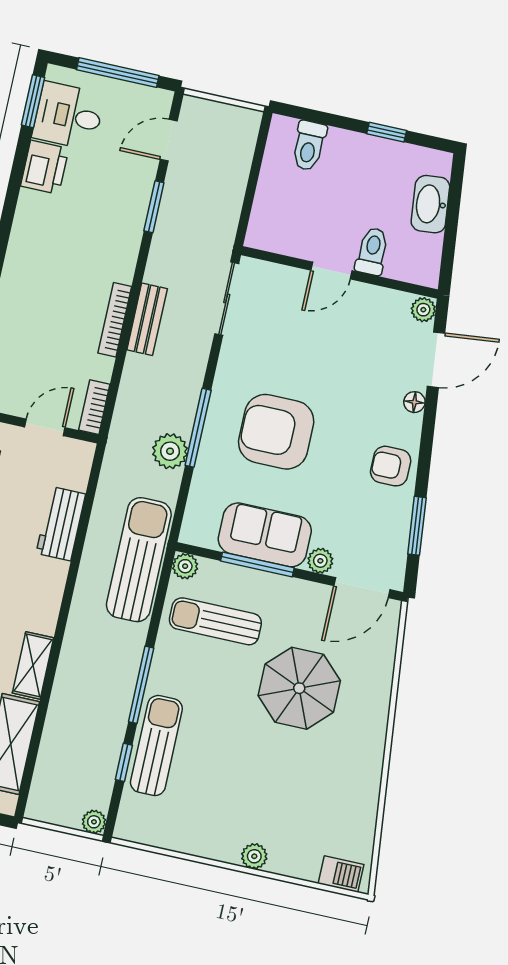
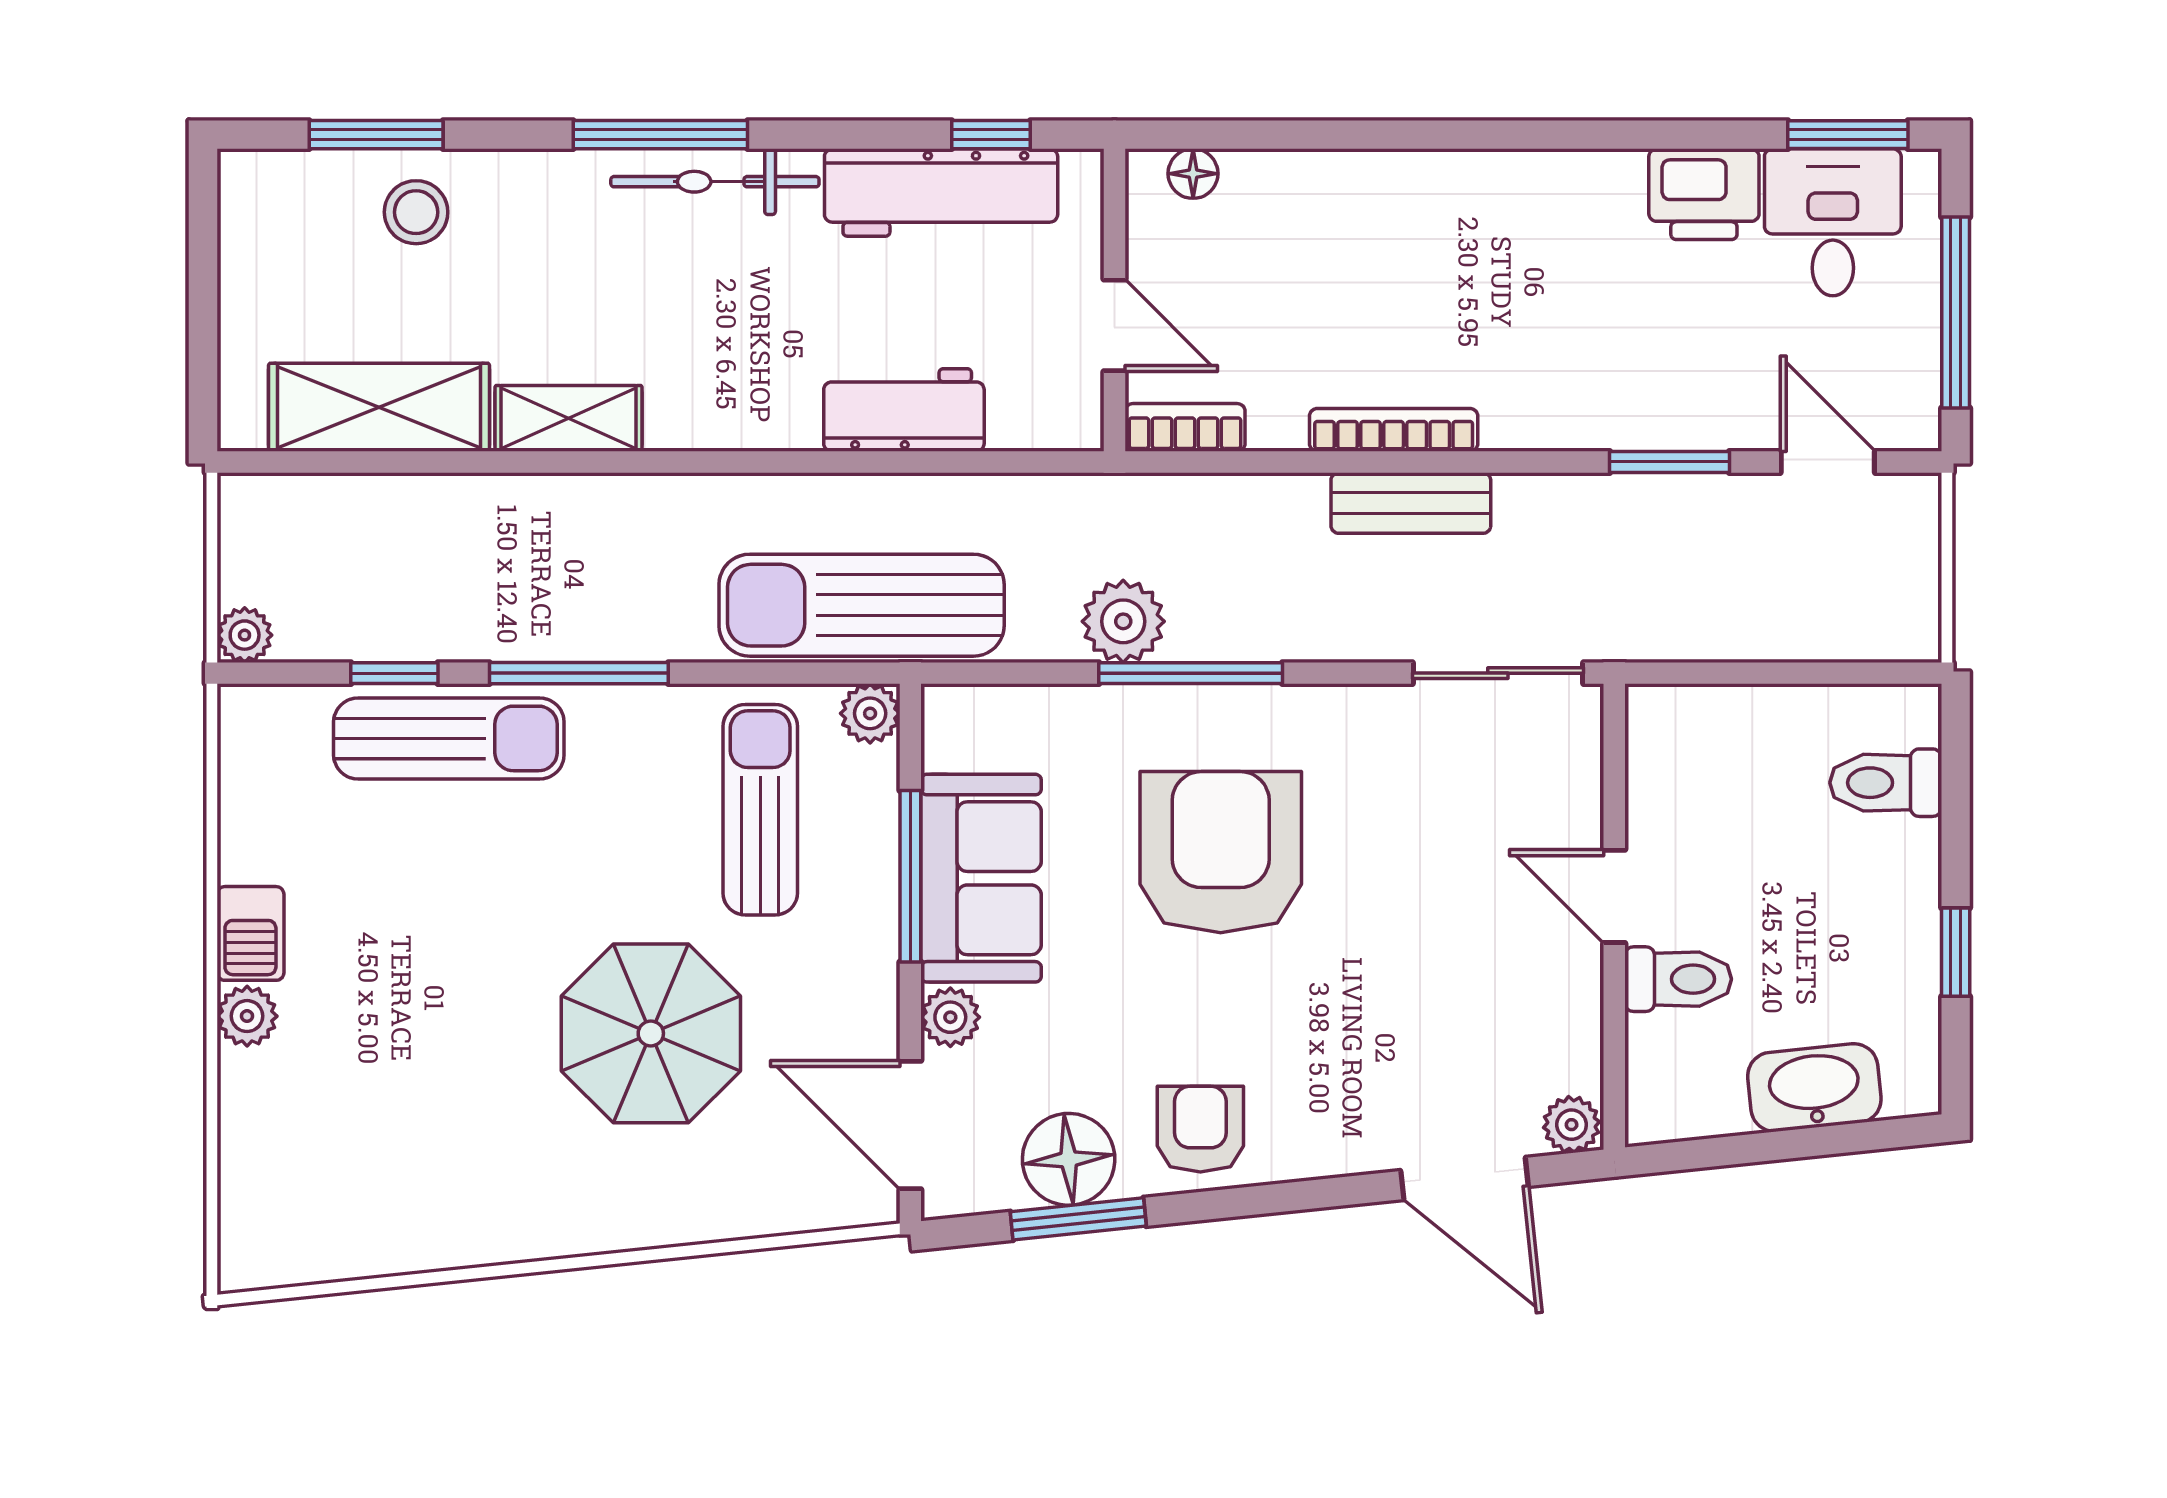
floor lamp: (414, 402) -> (1069, 1159), moved, width x1.89, depth x1.89
sun lounger: (139, 560) -> (862, 605), turned 180
barbecue: (341, 874) -> (250, 933), moved

